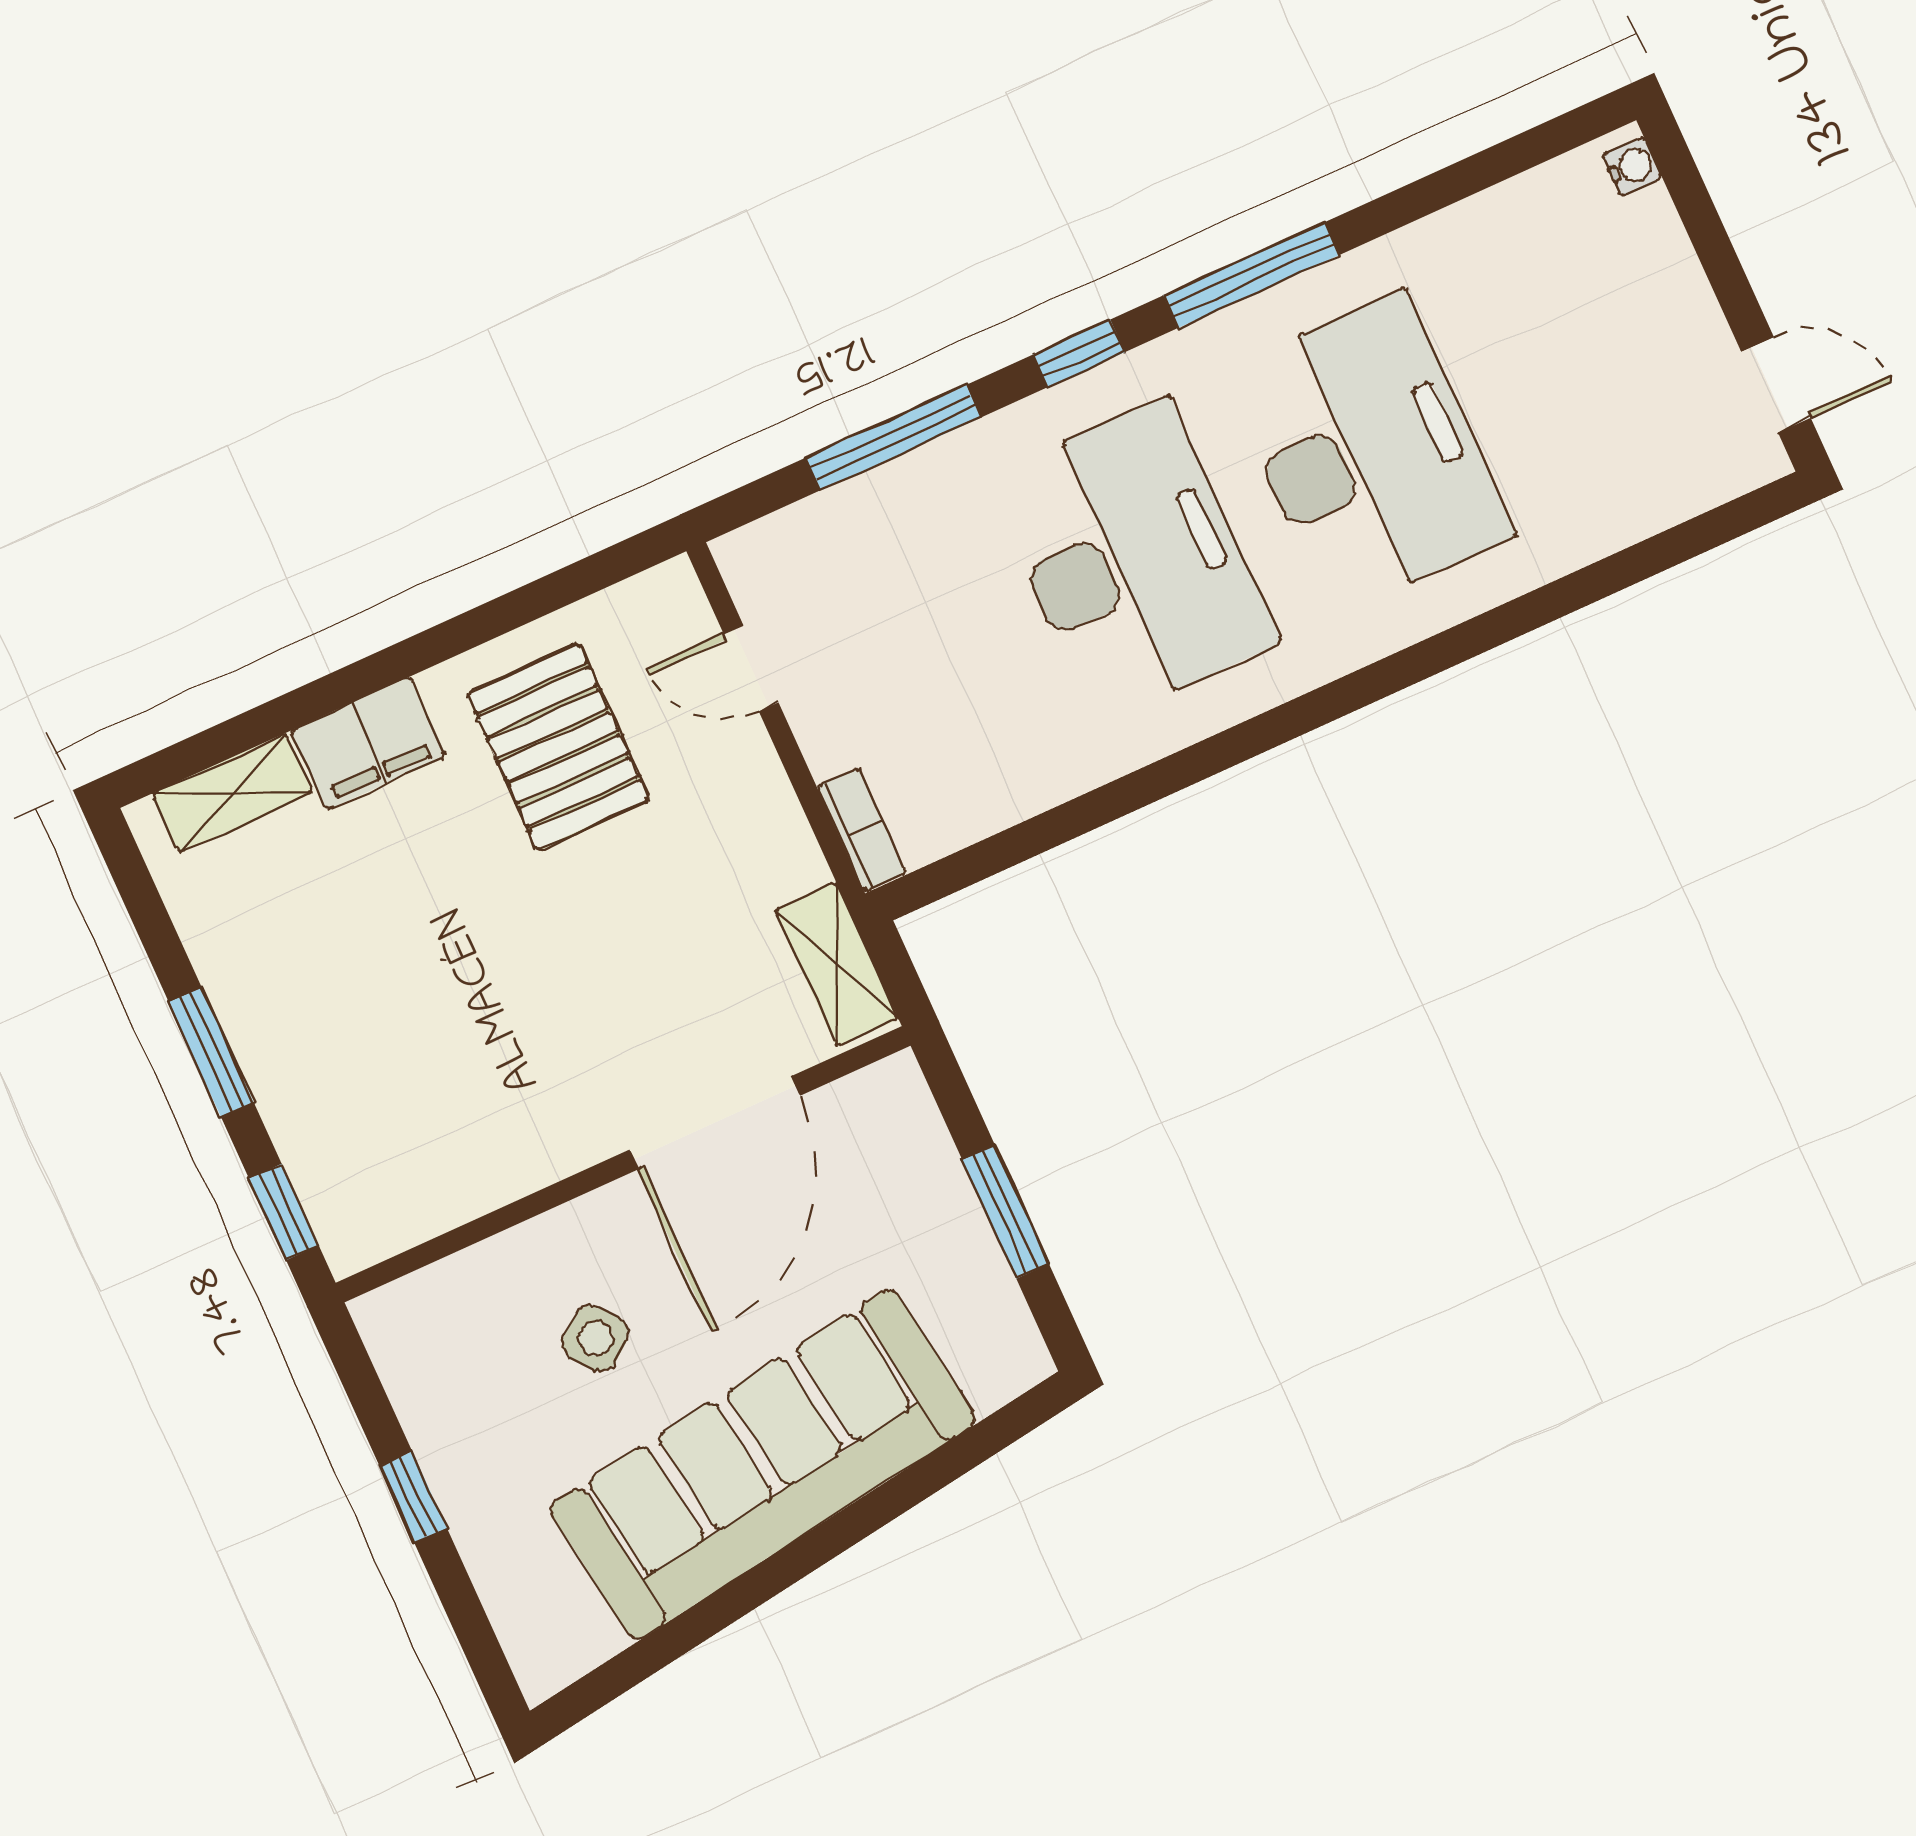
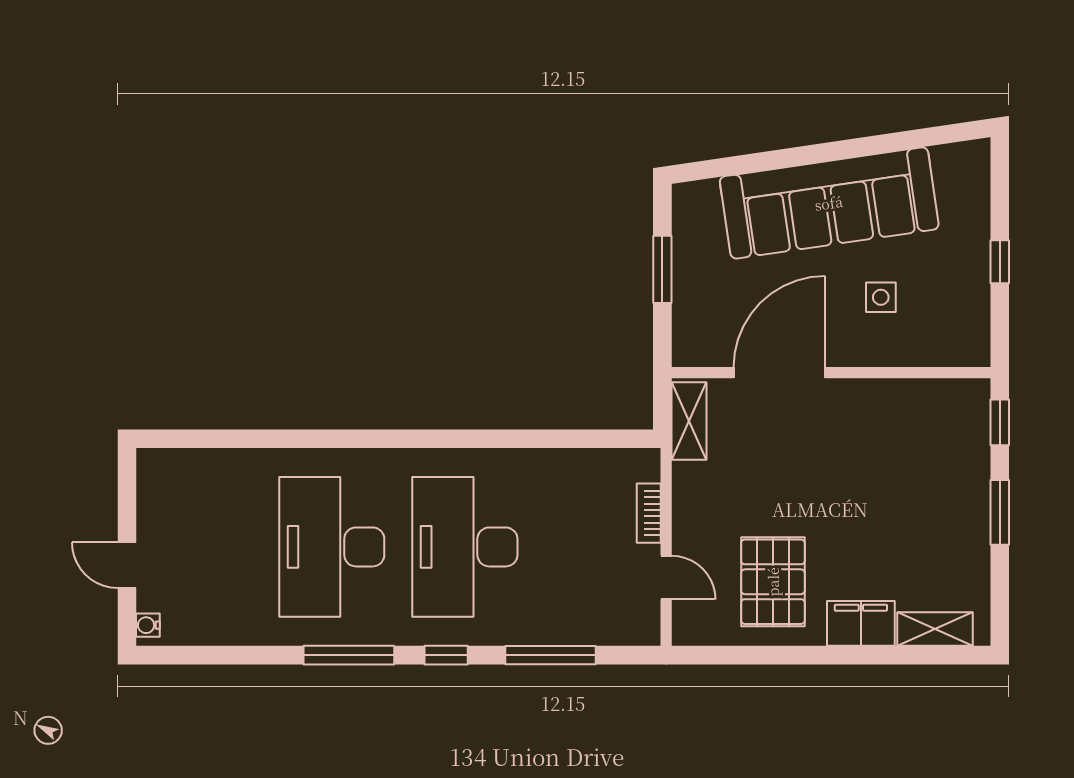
door: (1776, 385) -> (127, 565), moved
bookcase: (862, 830) -> (649, 513), moved
side table: (596, 1338) -> (881, 297), turned 37

